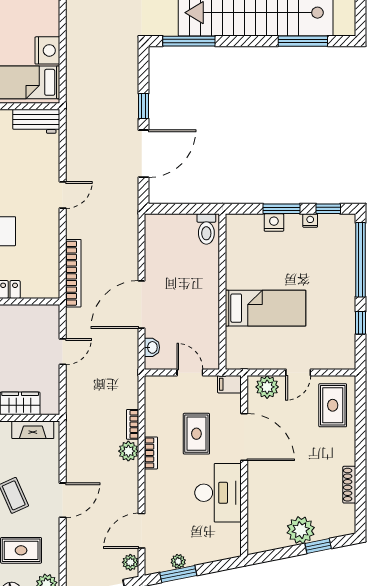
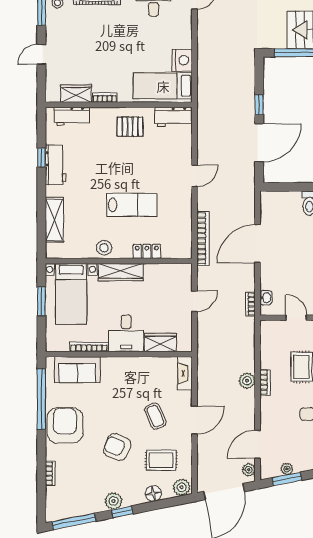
door: (142, 304) -> (258, 244), moved
bookcase: (133, 424) -> (250, 304), moved
fireplace: (33, 430) -> (185, 373), moved, turned 90

